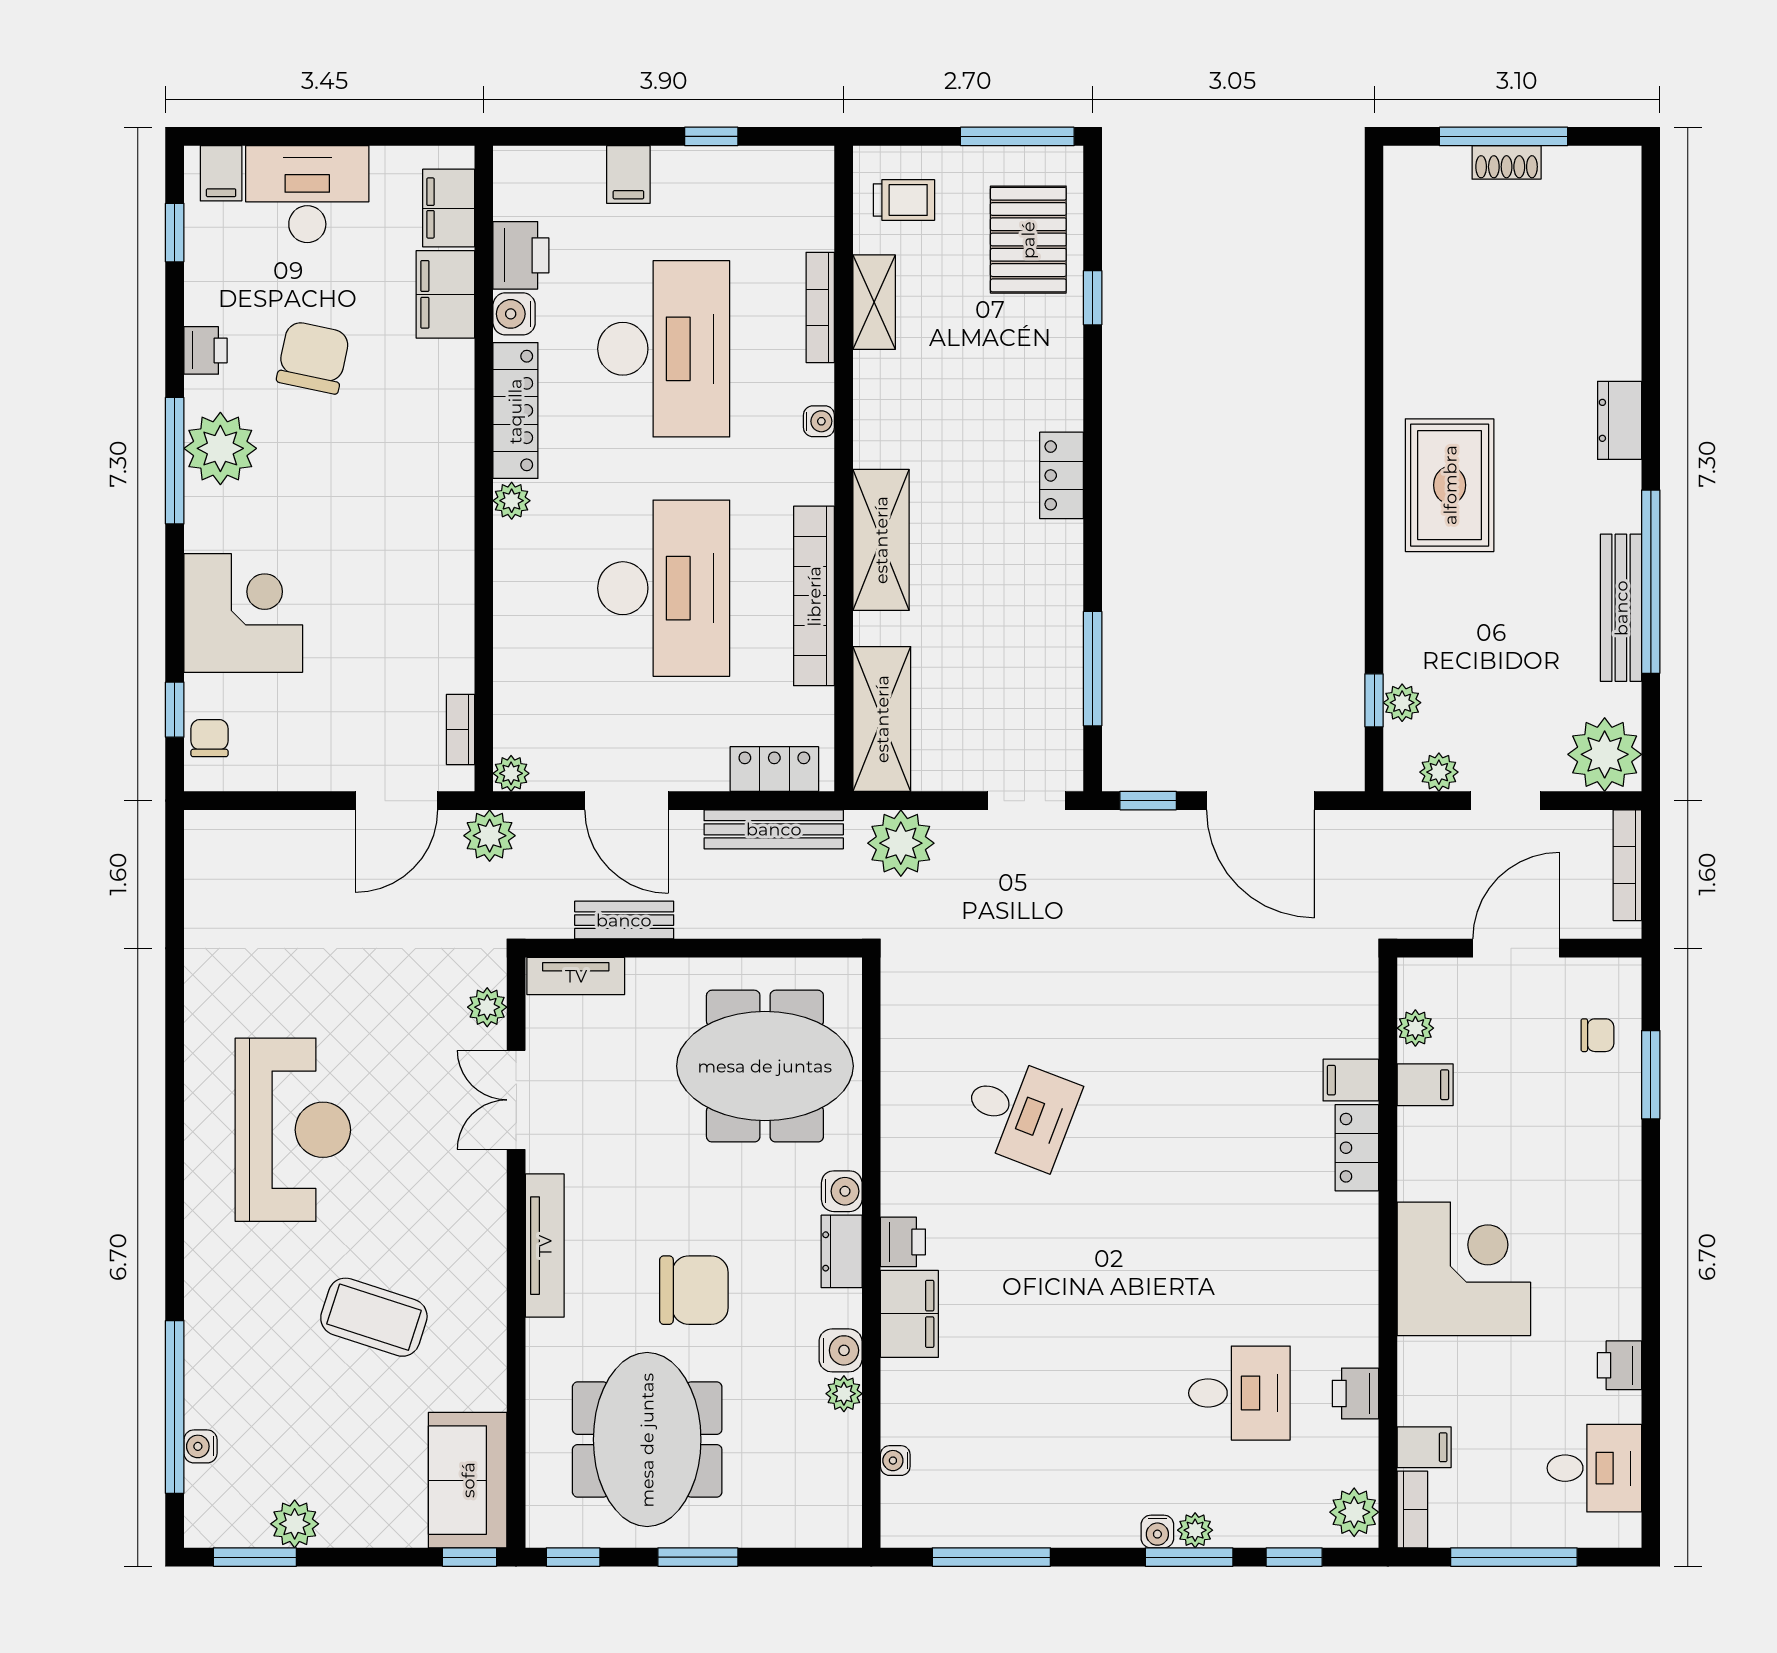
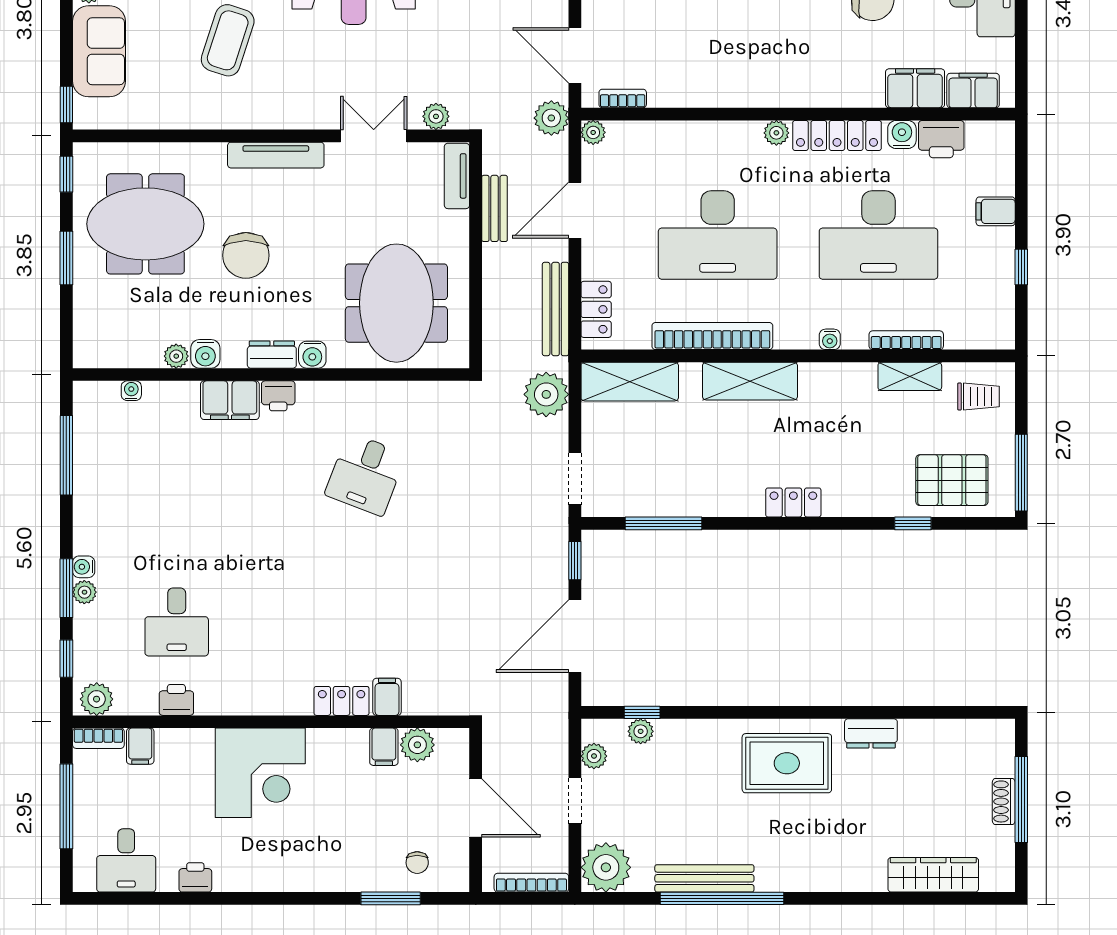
trolley: (904, 200) -> (978, 396), turned -90
wardrobe: (1616, 267) -> (933, 875), added
dresser: (1620, 420) -> (871, 733), moved, turned 180
plant: (1415, 1028) -> (417, 745), width x1.38, depth x1.38
sofa: (468, 1480) -> (99, 51), moved, turned 90

